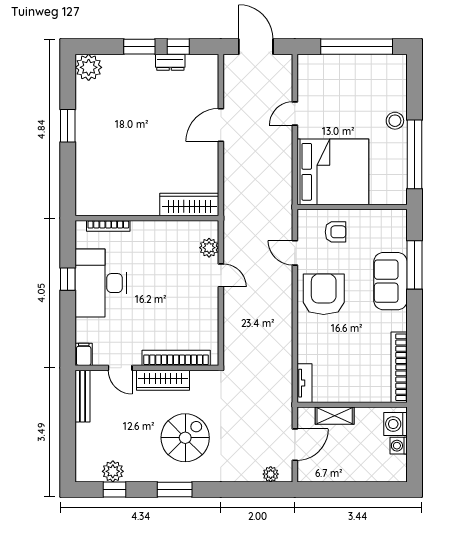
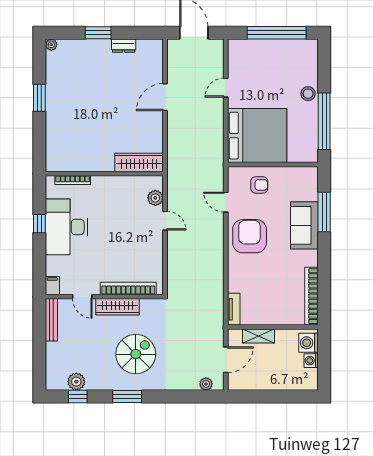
window: (178, 47) -> (130, 33), removed
plant: (89, 67) -> (51, 45), width x0.53, depth x0.53

